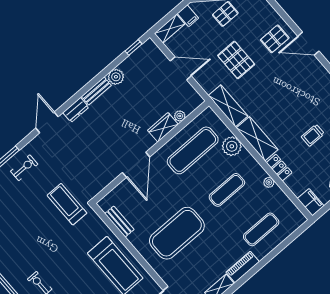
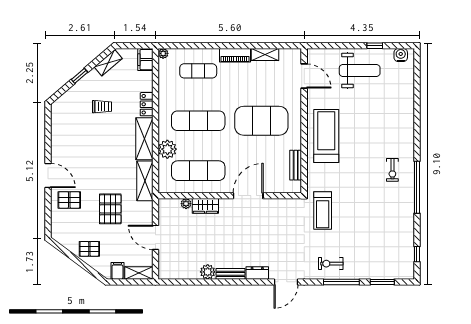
window: (134, 47) -> (176, 282), removed
plant: (269, 182) -> (163, 53), moved
exercise mat: (227, 190) -> (198, 121), width x1.36, depth x1.45

